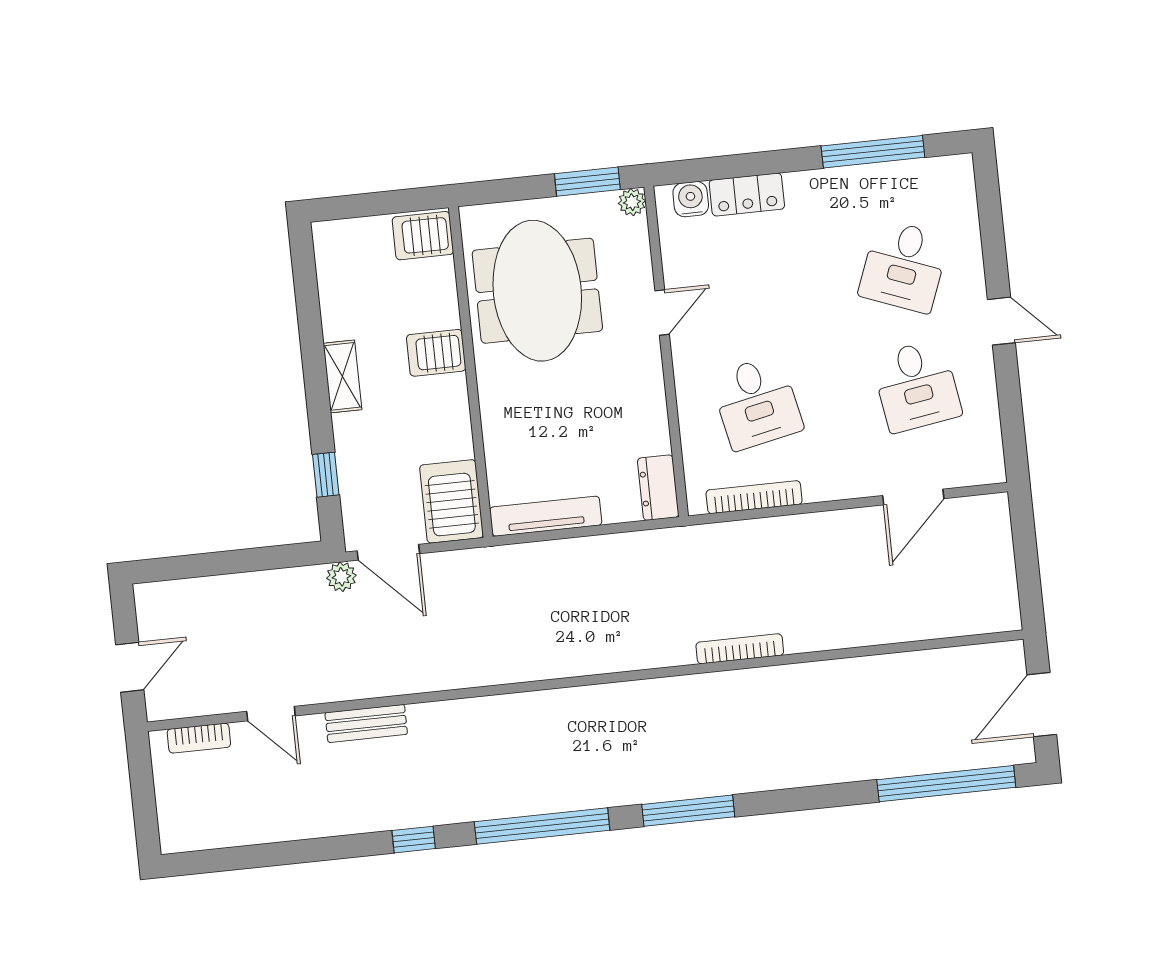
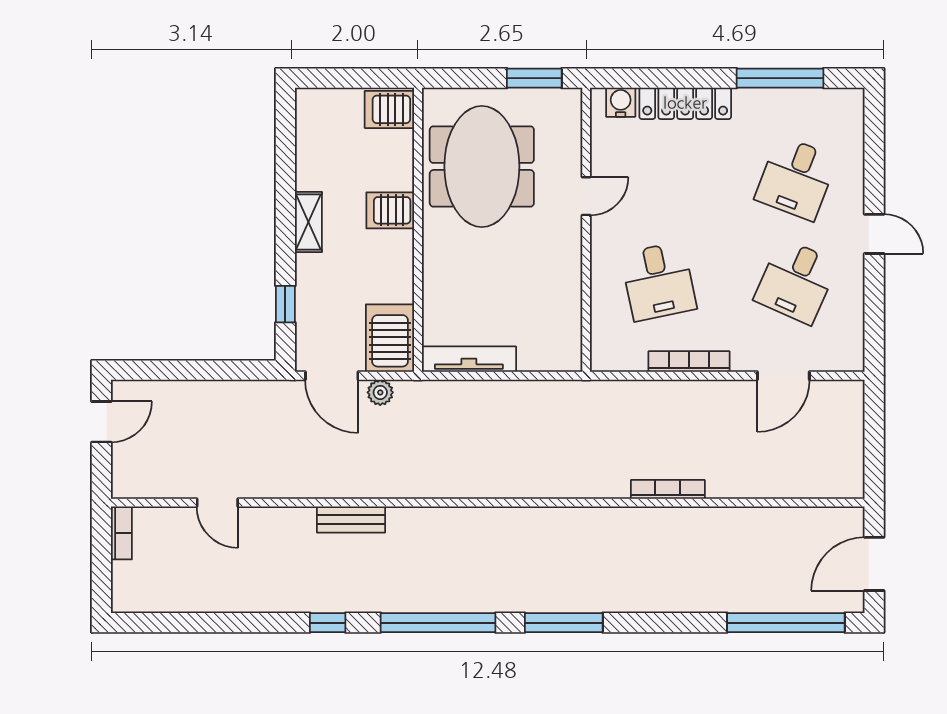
locker: (747, 194) -> (685, 103), width x1.53
plant: (632, 202) -> (570, 100), removed
desk: (916, 386) -> (796, 281), turned 33
dresser: (658, 488) -> (567, 345), removed
bookcase: (754, 497) -> (689, 362), moved
plant: (341, 577) -> (380, 392), moved
bookcase: (740, 649) -> (668, 489), moved
door: (130, 667) -> (101, 422), moved
bench: (366, 723) -> (351, 520), moved
bookcase: (199, 738) -> (121, 533), moved, turned -90

